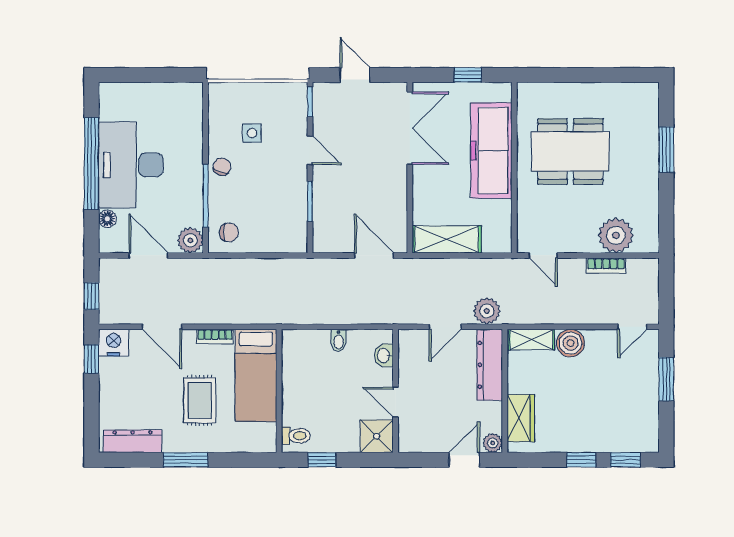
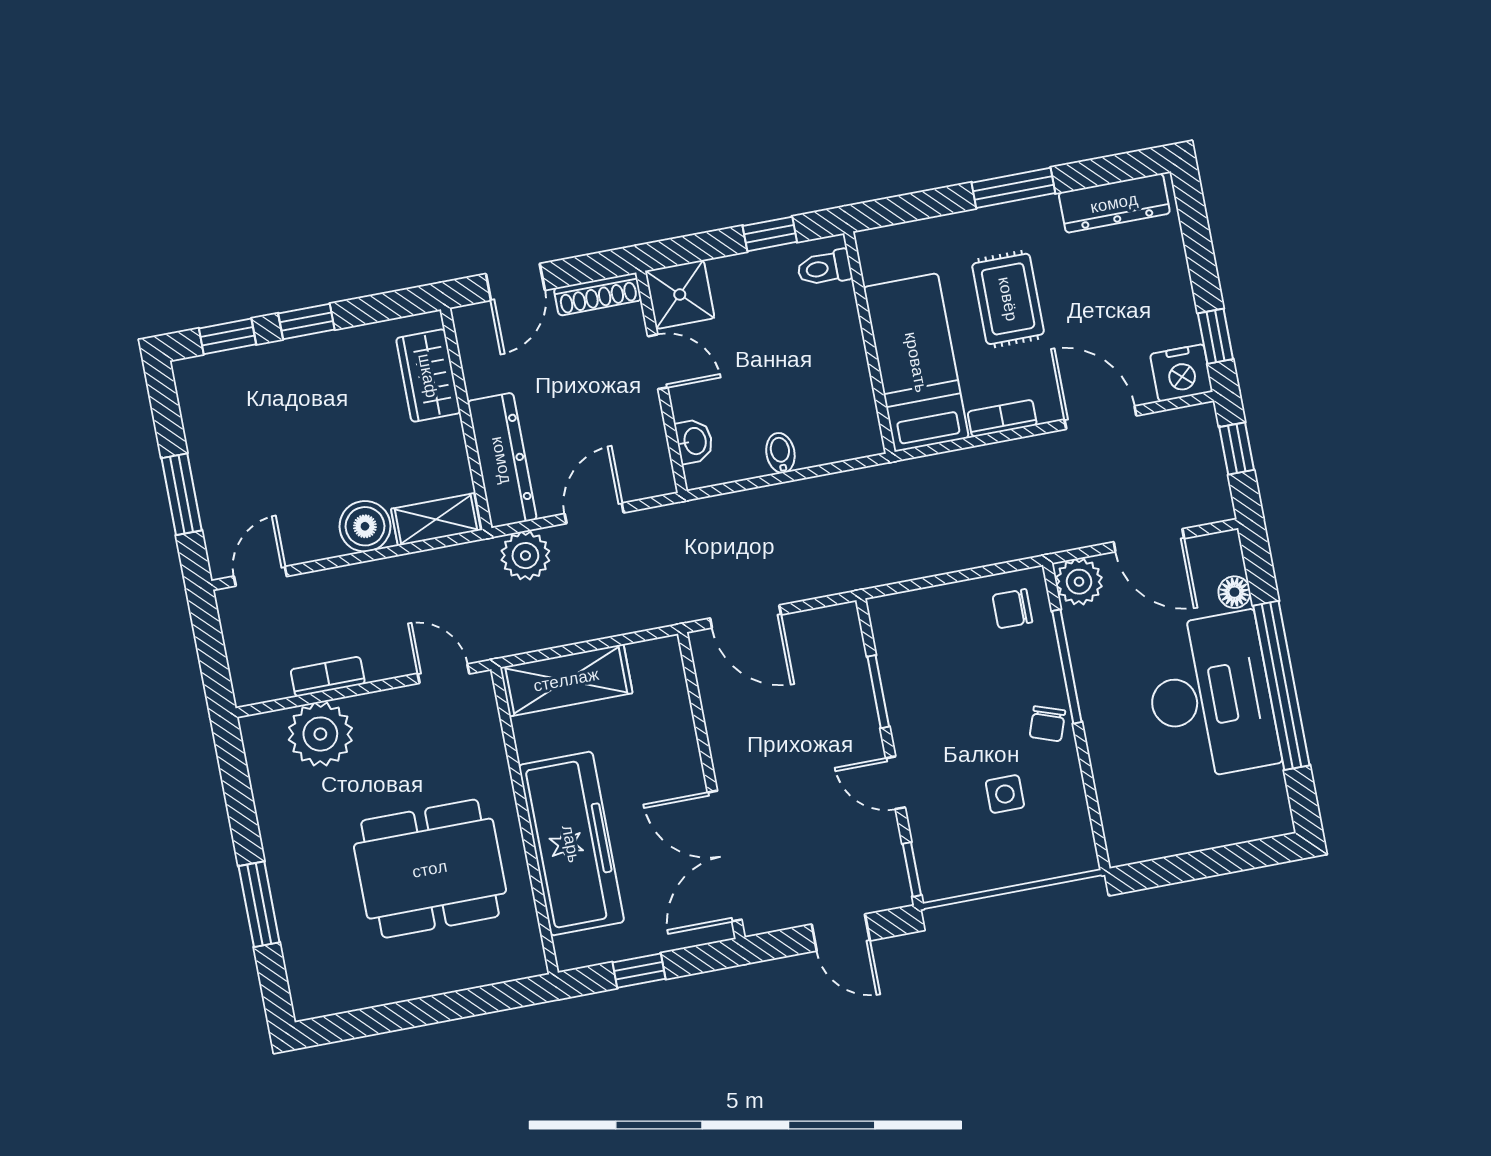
shelving: (447, 239) -> (566, 680), moved
plant: (493, 443) -> (470, 322), removed
shoe rack: (421, 445) -> (598, 294), added

